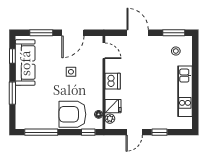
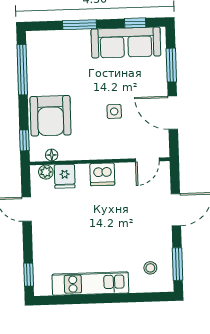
armchair: (72, 114) -> (51, 116), turned 180
window: (160, 132) -> (29, 275), moved

